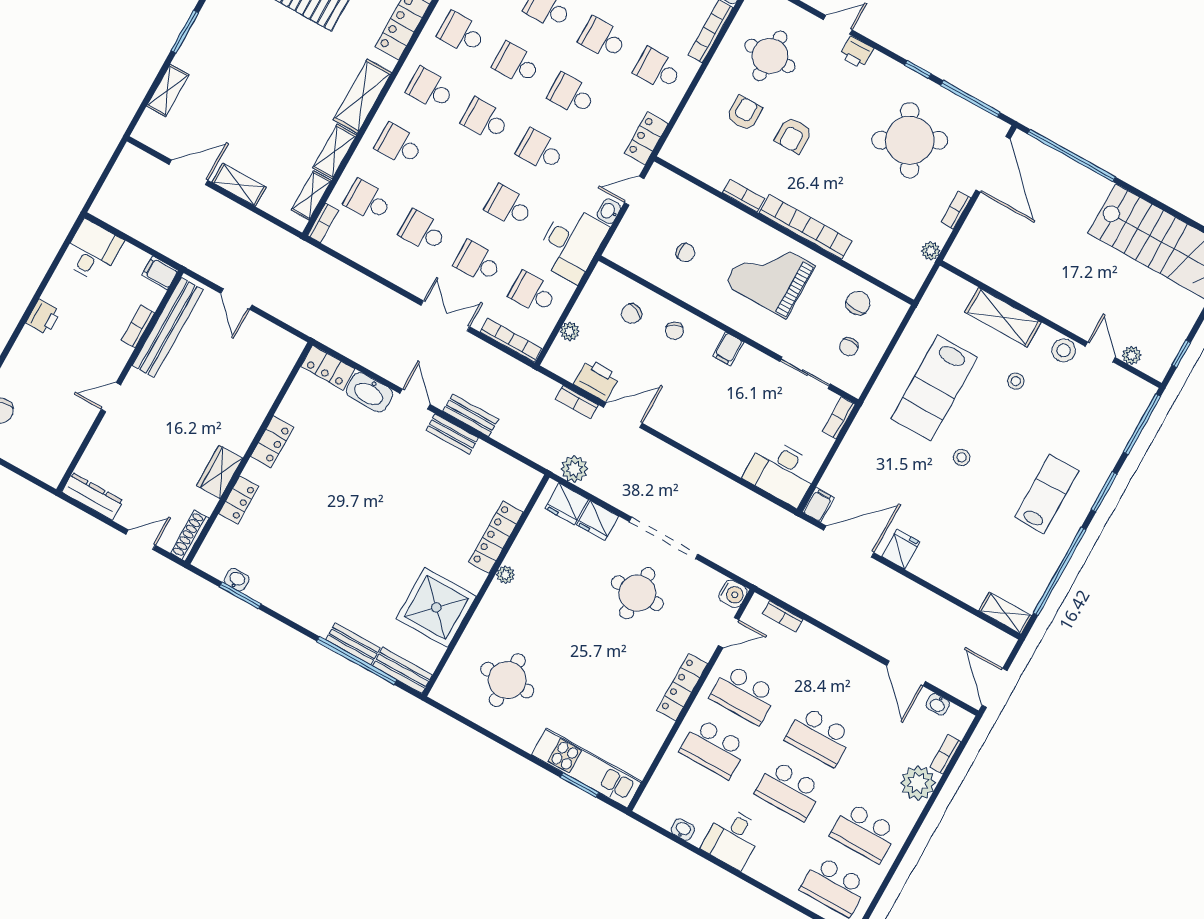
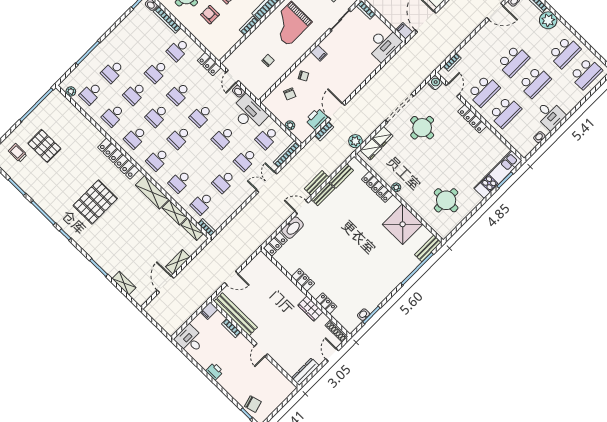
bench: (353, 644) -> (341, 176), moved

